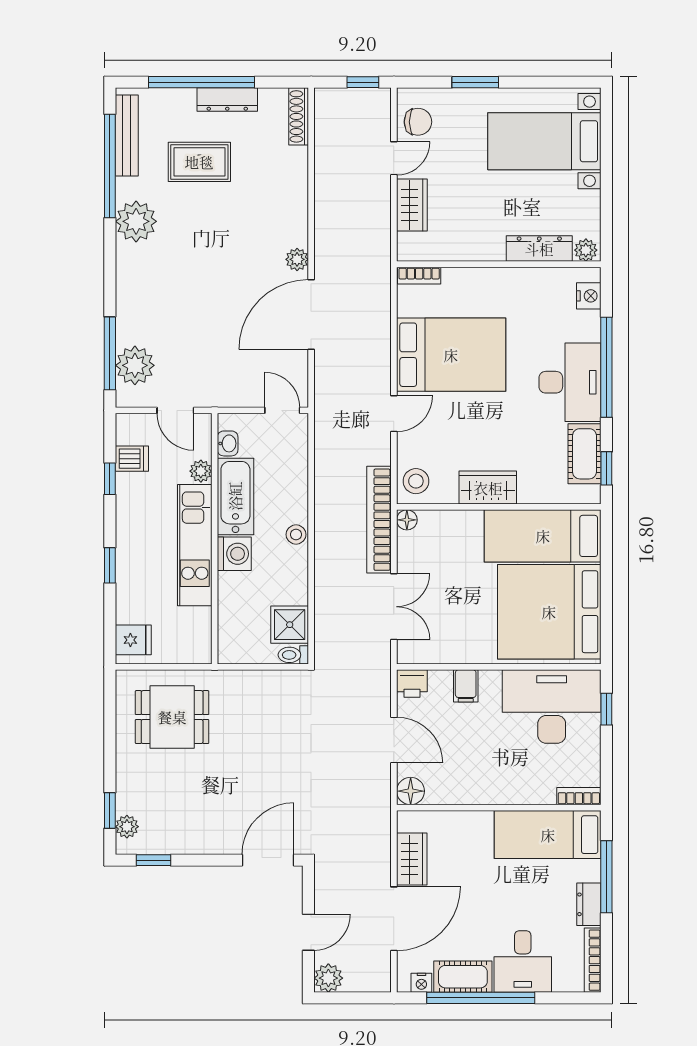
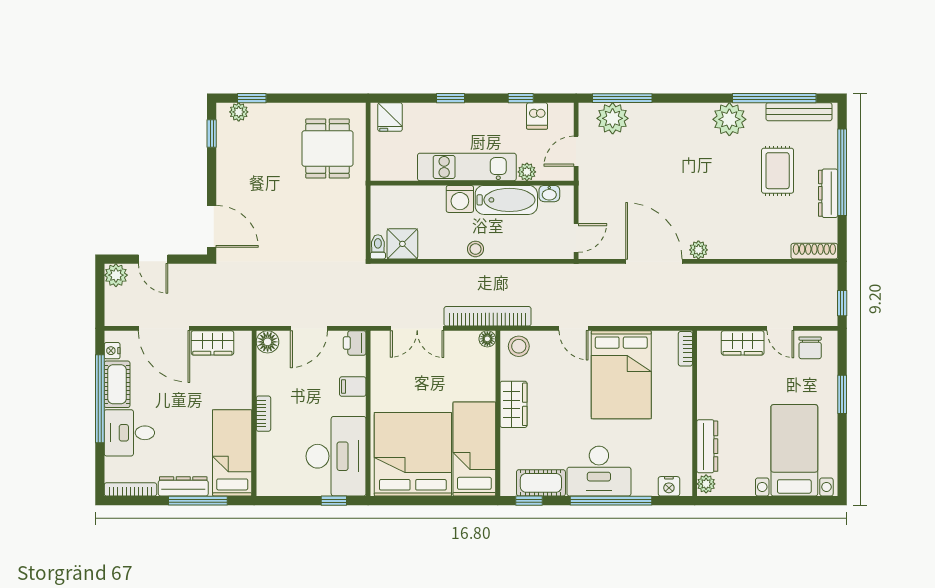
bookcase: (579, 796) -> (263, 414), moved
dresser: (589, 904) -> (183, 486), width x1.44

